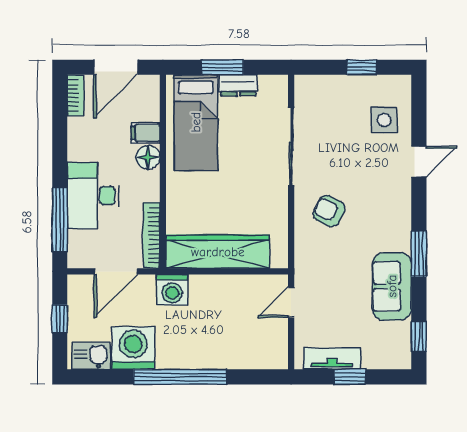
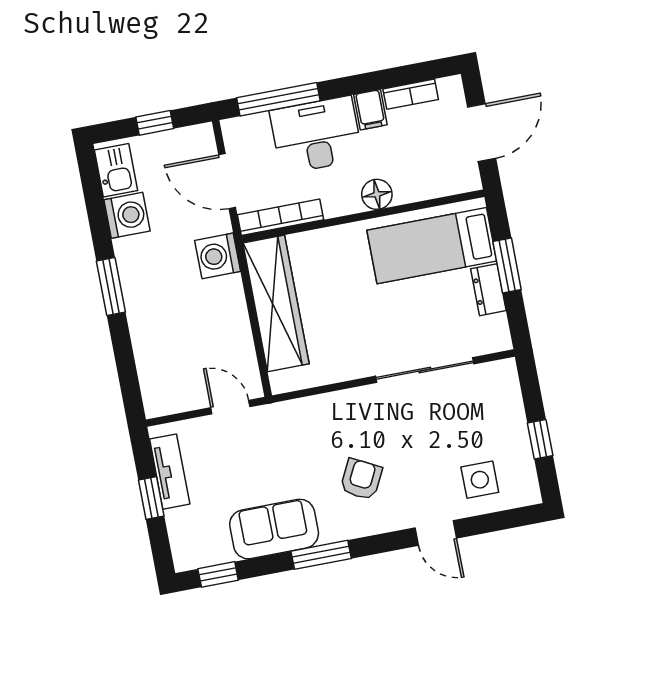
door: (116, 67) -> (482, 133), swing flipped
bookcase: (75, 95) -> (411, 94), moved
filing cabinet: (146, 133) -> (370, 110), moved, turned 180
armchair: (329, 211) -> (361, 479), moved
washing machine: (133, 348) -> (127, 215), width x0.73, depth x0.73
window: (180, 377) -> (111, 287), width x0.47

